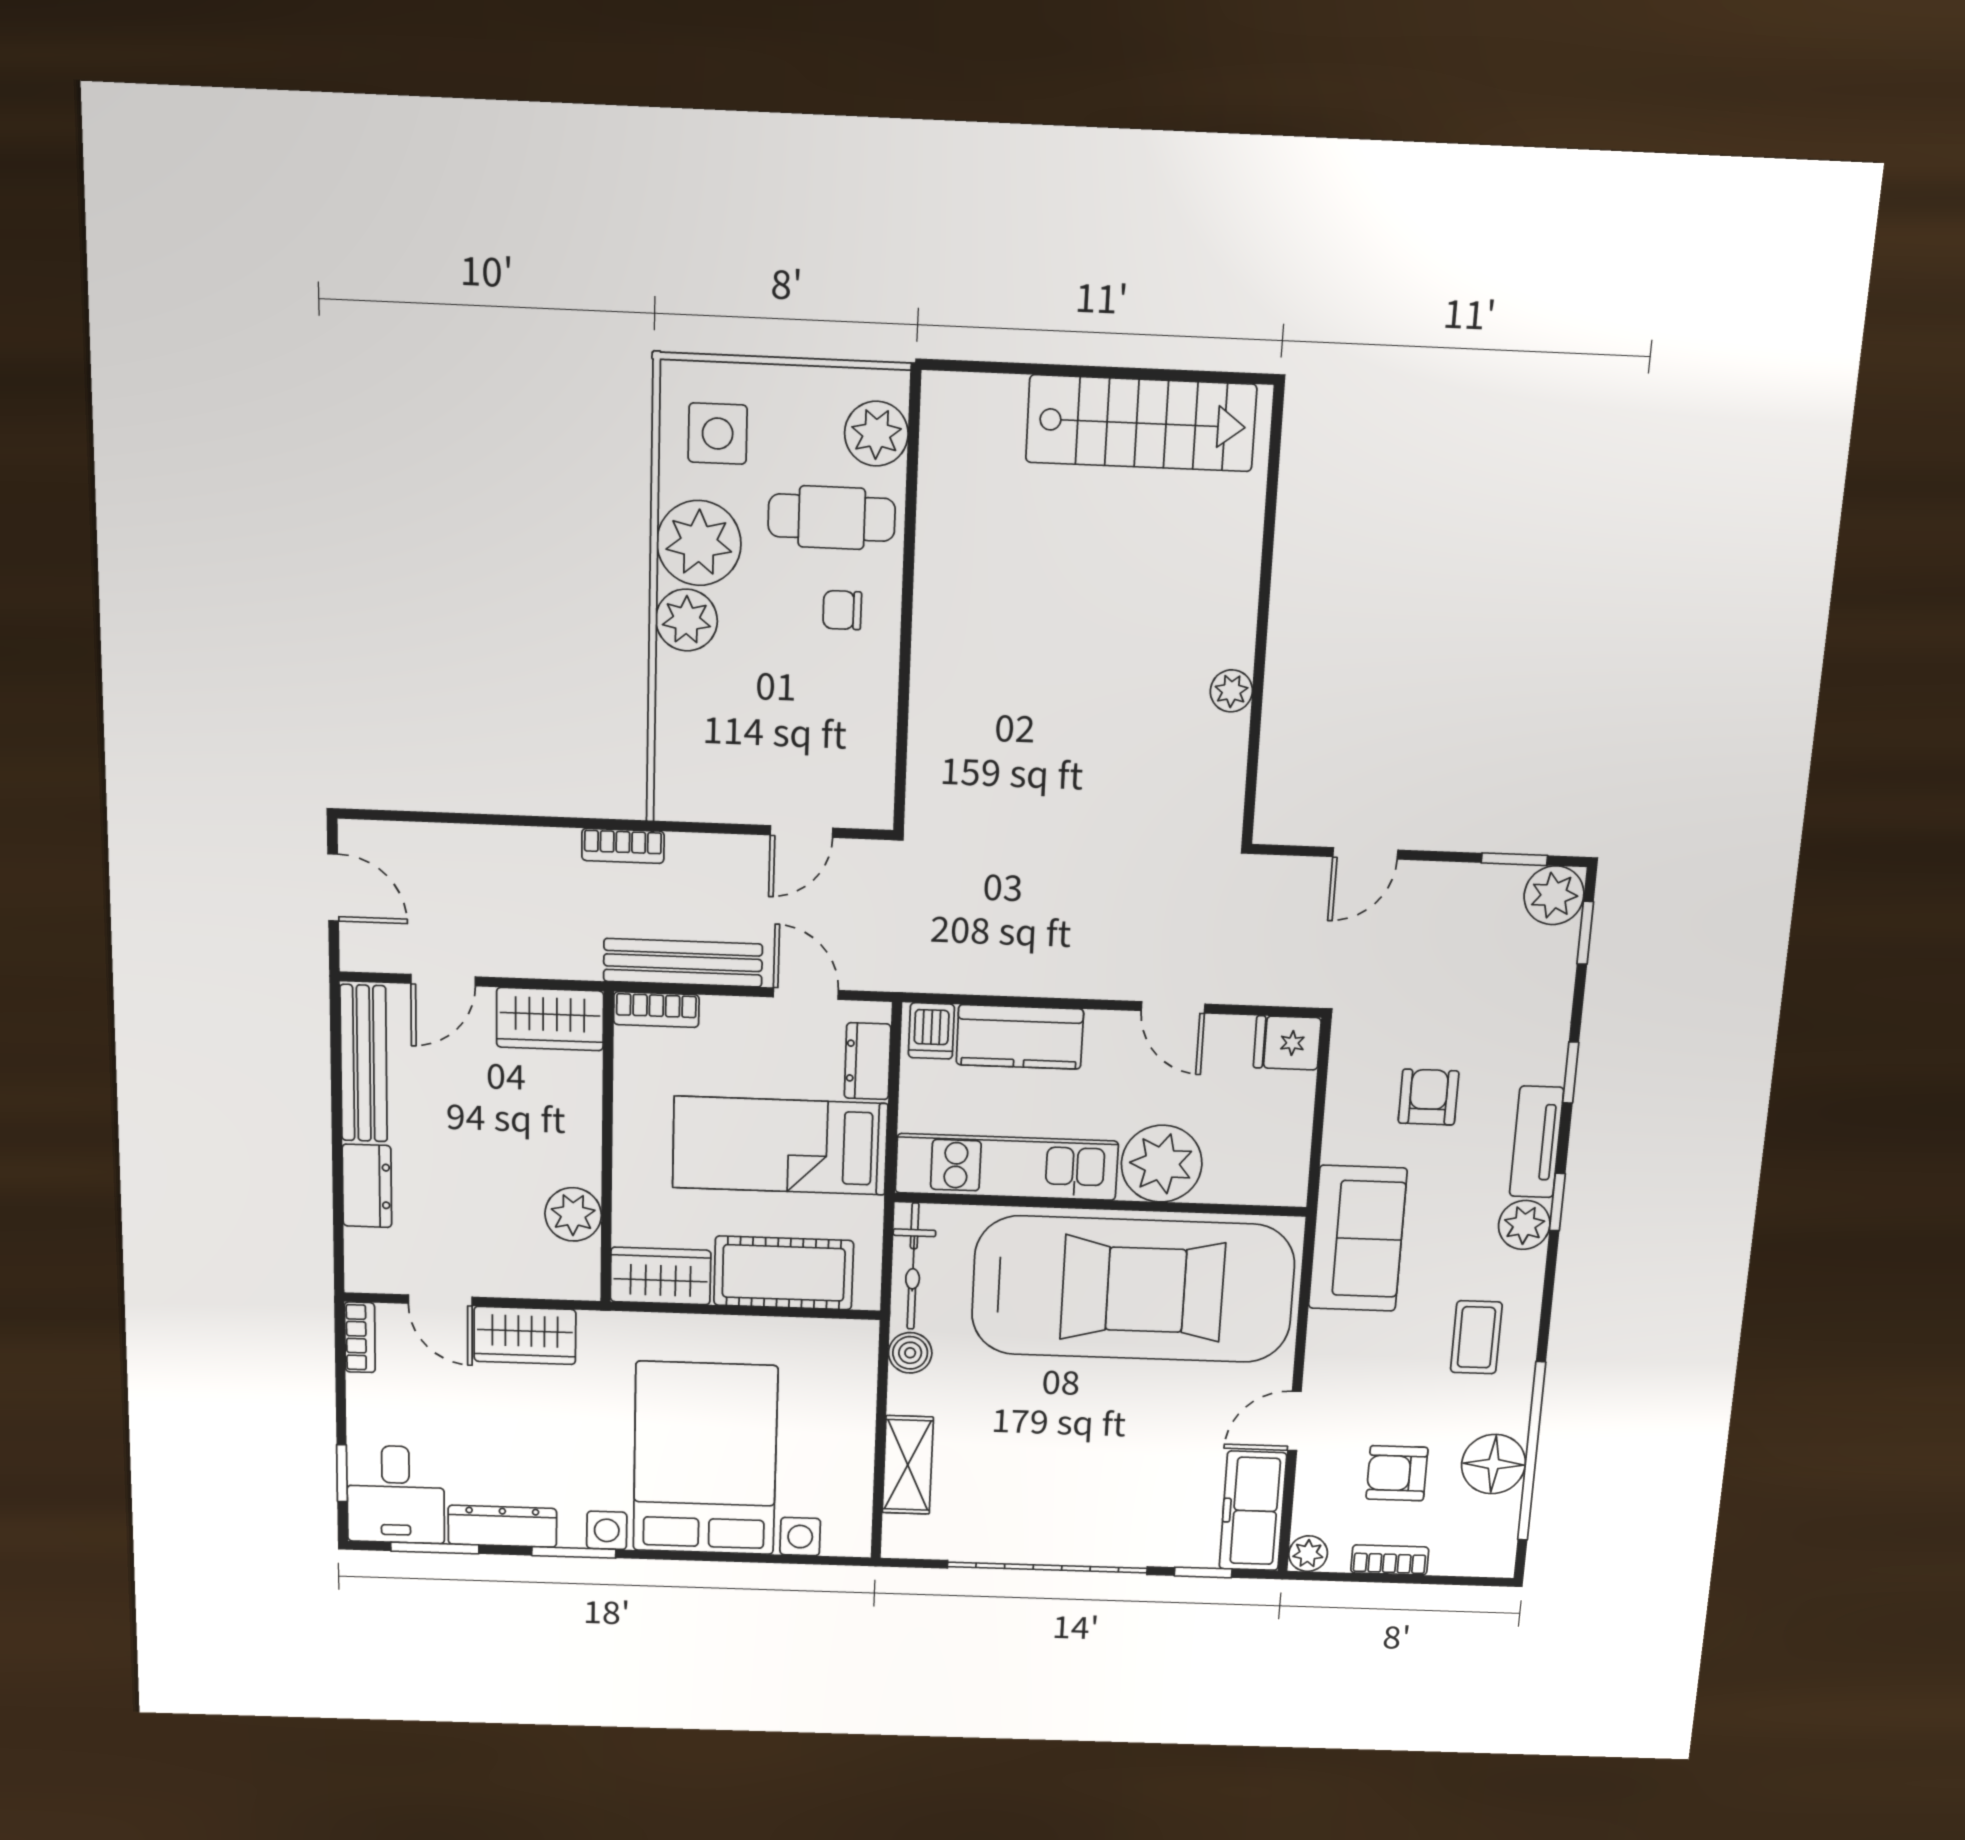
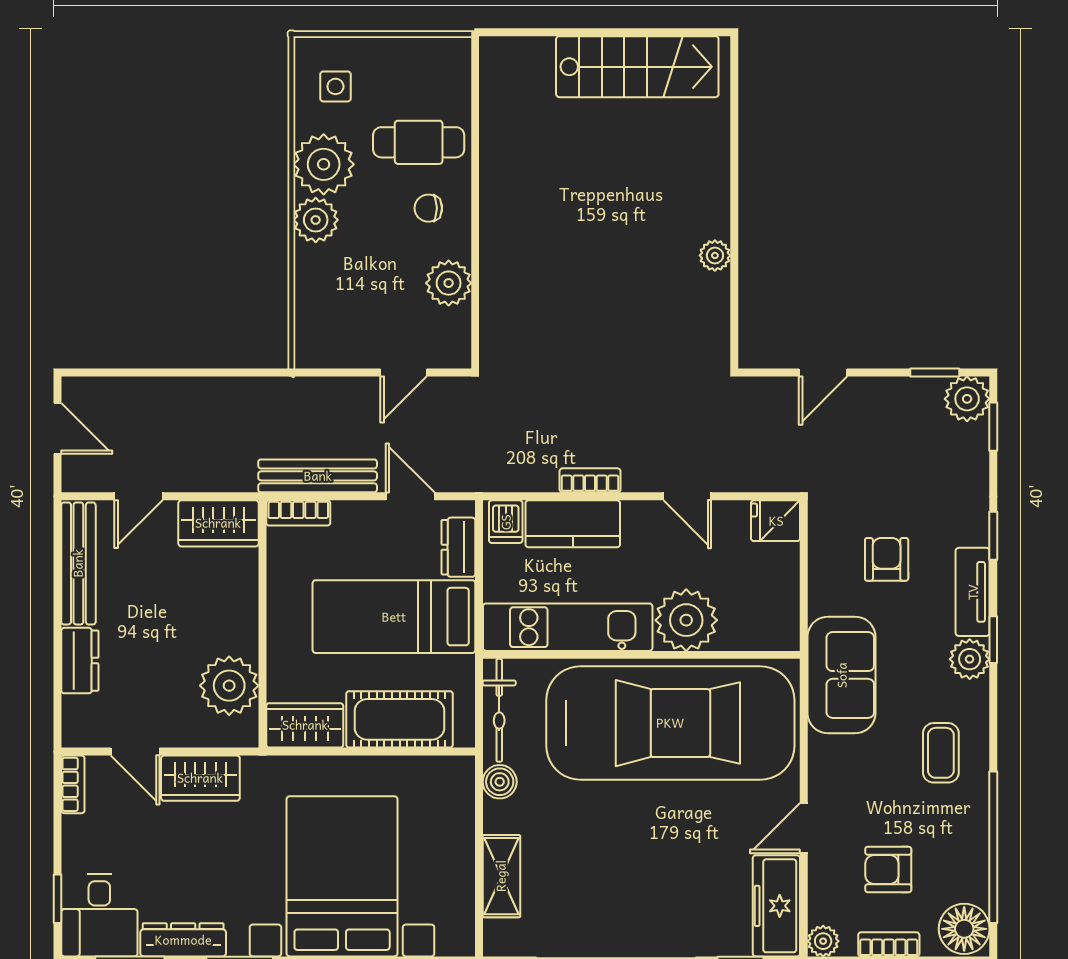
side table: (718, 434) -> (335, 86), width x0.73, depth x0.73
plant: (876, 434) -> (449, 283), moved
bookcase: (623, 846) -> (590, 480), moved, turned 180
plant: (573, 1214) -> (229, 686), width x1.36, depth x1.36
floor lamp: (1493, 1464) -> (964, 929), moved

